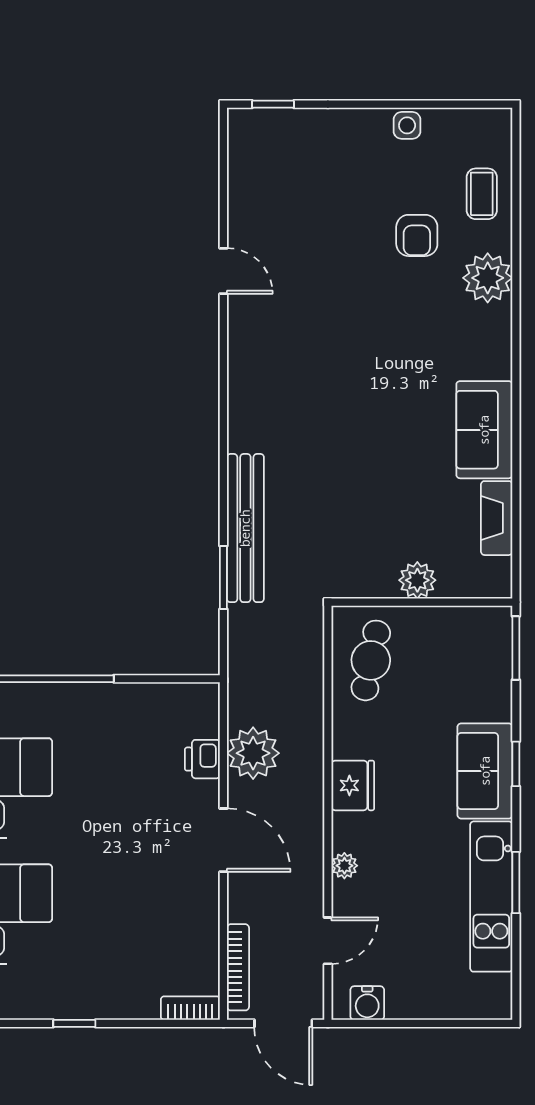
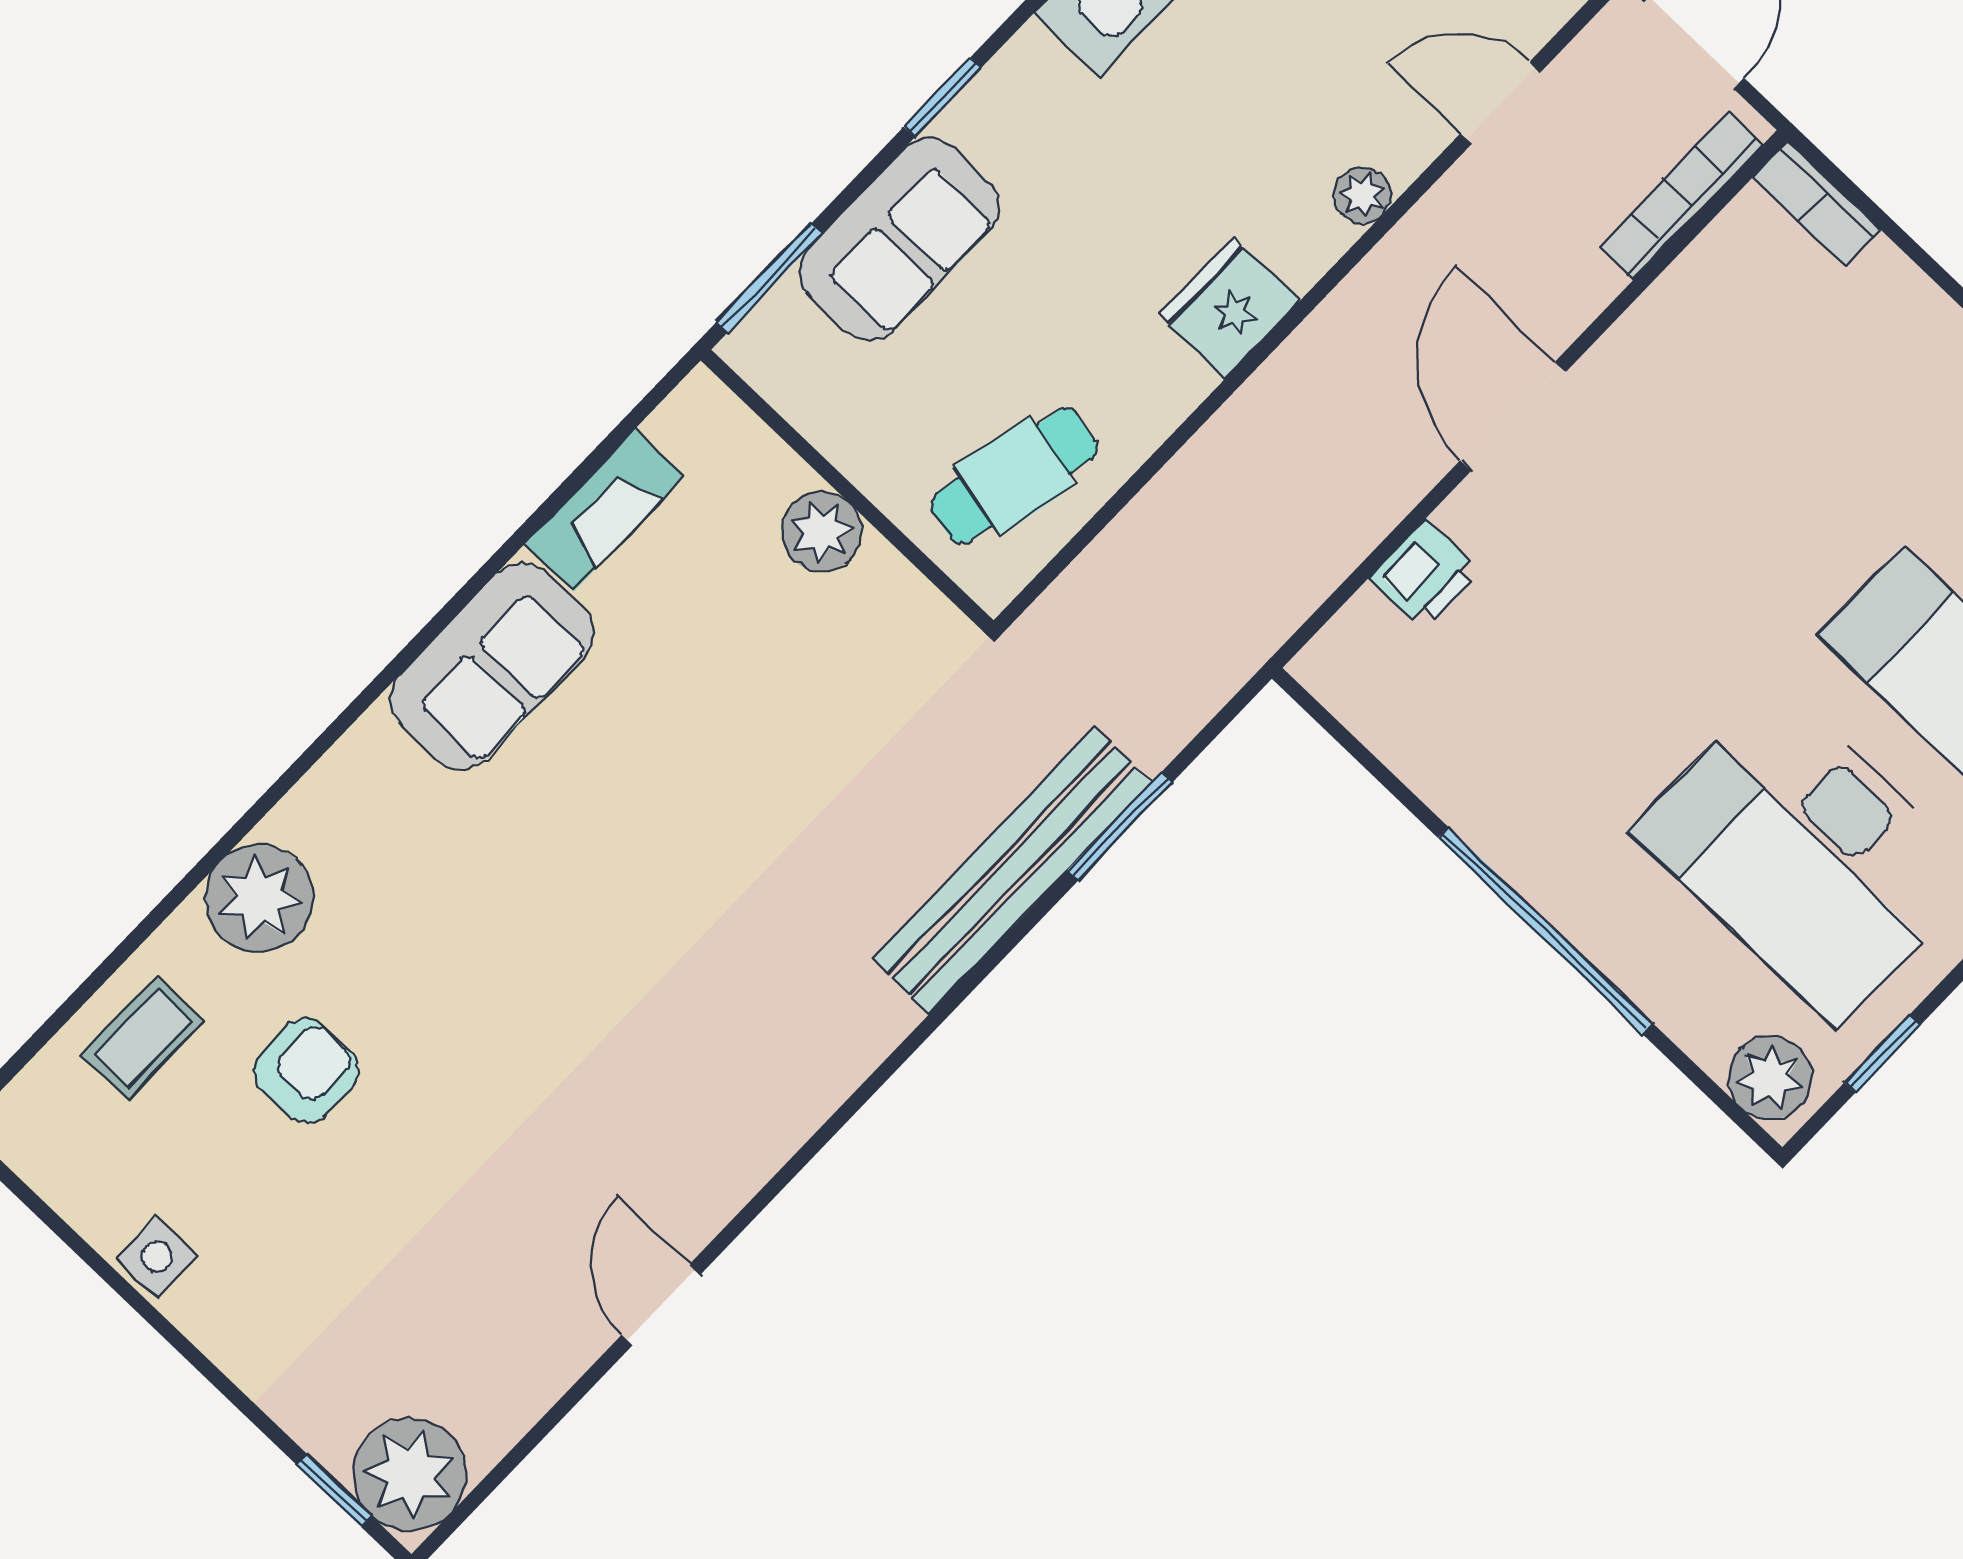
plant: (253, 753) -> (410, 1474), moved
sofa: (485, 771) -> (899, 239), moved

